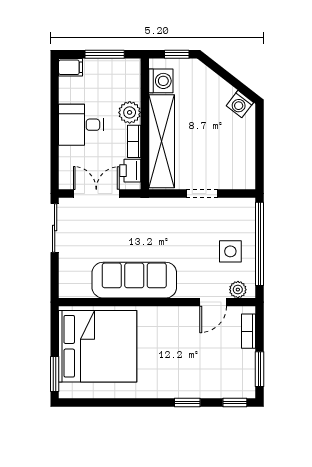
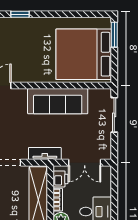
tv unit: (152, 206) -> (45, 154), added
sliding door: (55, 228) -> (114, 115), moved

